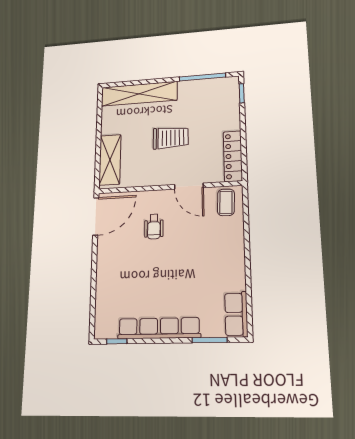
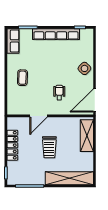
trolley: (171, 138) -> (49, 147), turned -90
locker: (233, 156) -> (12, 145), moved
door: (189, 186) -> (39, 116), swing flipped
coffee table: (226, 202) -> (22, 78), moved
side table: (111, 269) -> (84, 68), added

